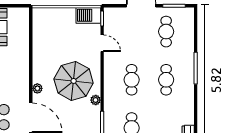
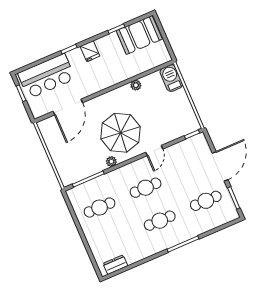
barbecue: (88, 15) -> (171, 78), moved
door: (102, 43) -> (154, 151), moved
plant: (37, 88) -> (136, 85), moved

